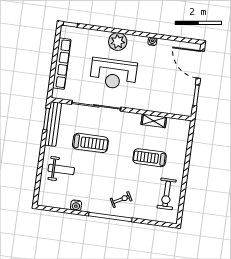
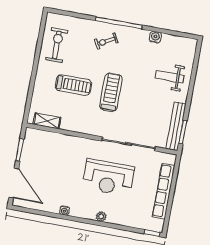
plant: (118, 42) -> (101, 217), width x0.53, depth x0.53
reception desk: (113, 74) -> (108, 177), turned 180
shelving: (154, 121) -> (47, 121), moved
treadmill: (90, 143) -> (111, 92), moved, turned 90

